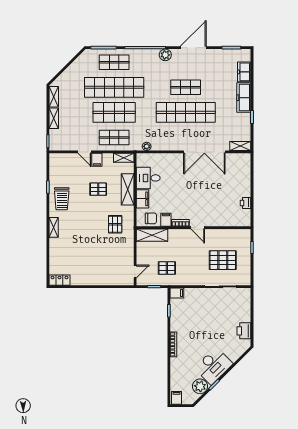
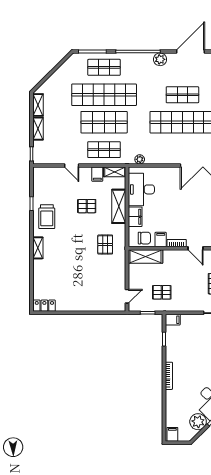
filing cabinet: (97, 160) -> (97, 174), moved
desk: (148, 178) -> (141, 189), width x1.37

